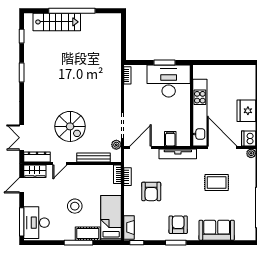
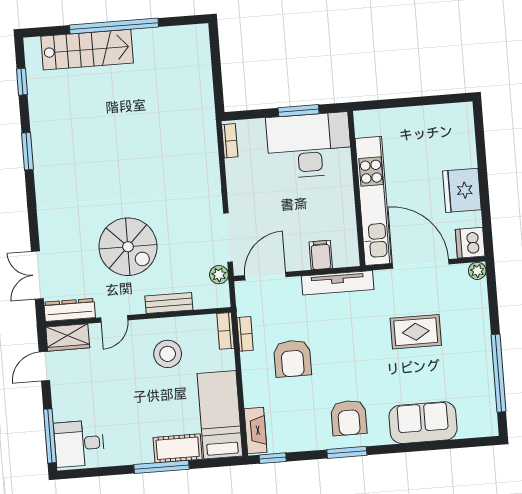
bench: (93, 157) -> (169, 303), width x0.73
stool: (75, 206) -> (168, 354), moved
desk: (37, 223) -> (79, 444), width x0.73
armchair: (178, 225) -> (349, 418), turned 180

